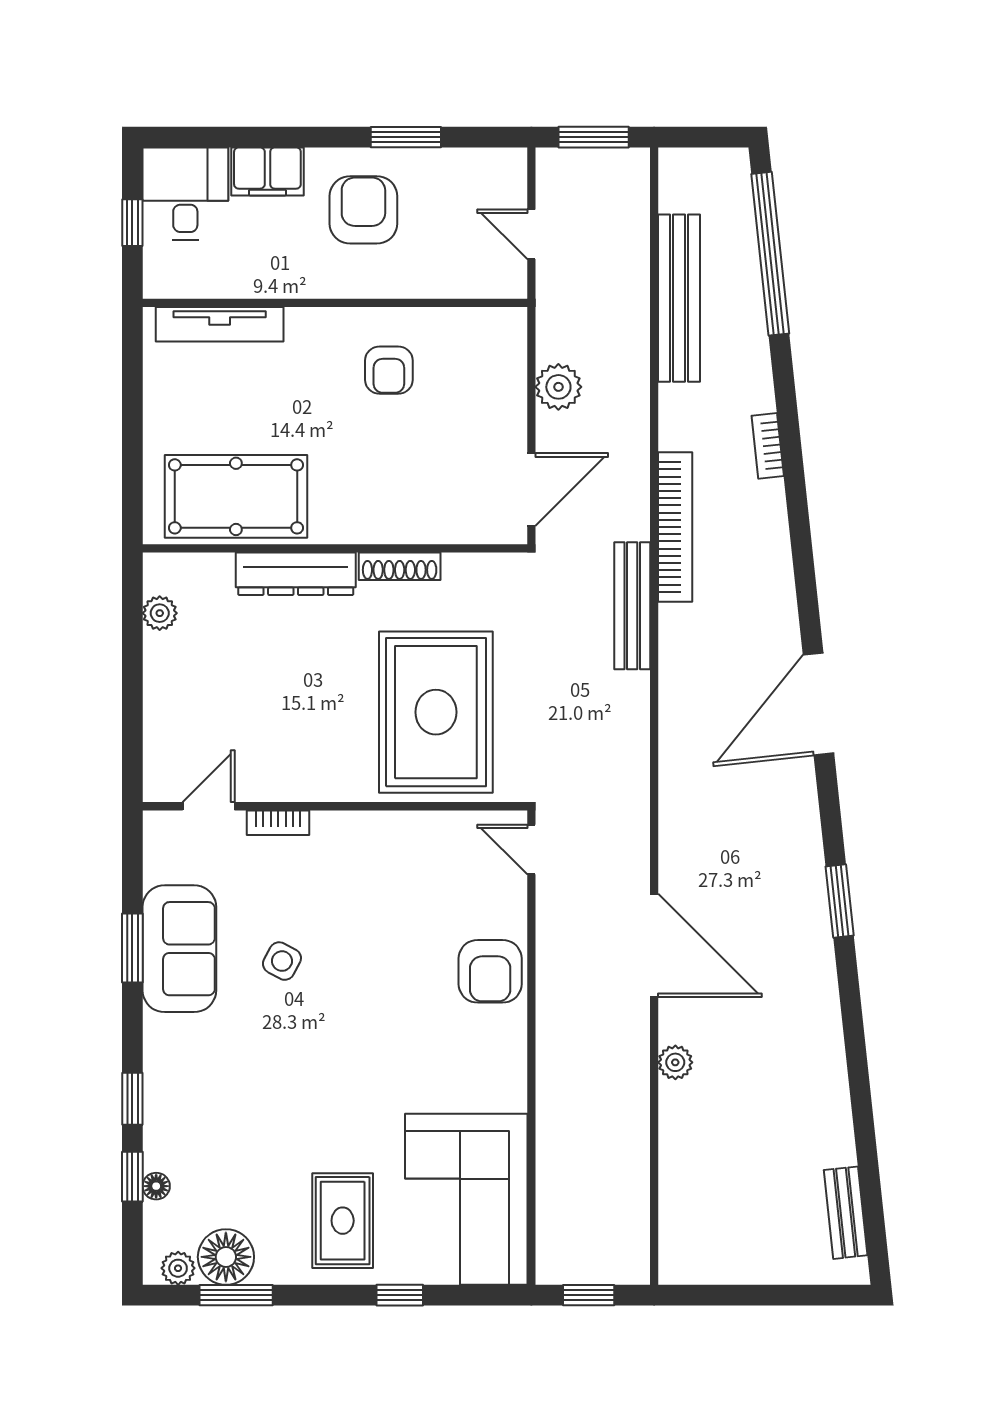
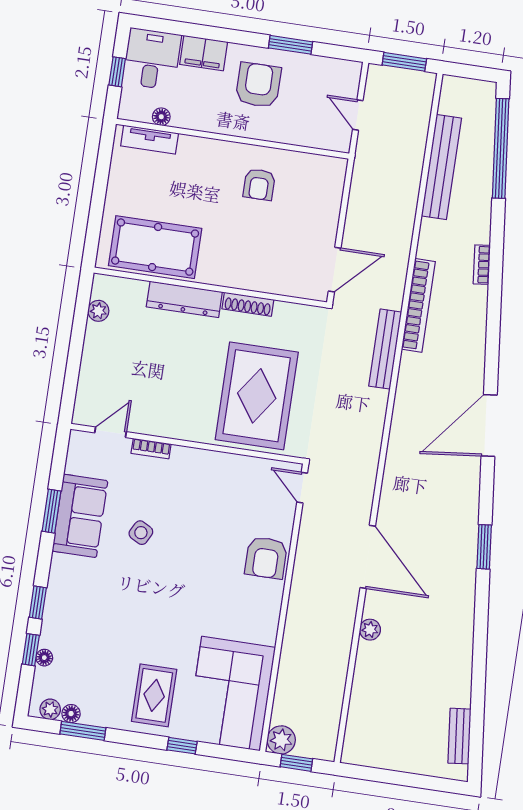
floor lamp: (214, 284) -> (161, 117), added
tv unit: (220, 324) -> (150, 140), width x0.71
plant: (558, 387) -> (281, 740), moved
floor lamp: (226, 1257) -> (71, 714), width x0.53, depth x0.53

